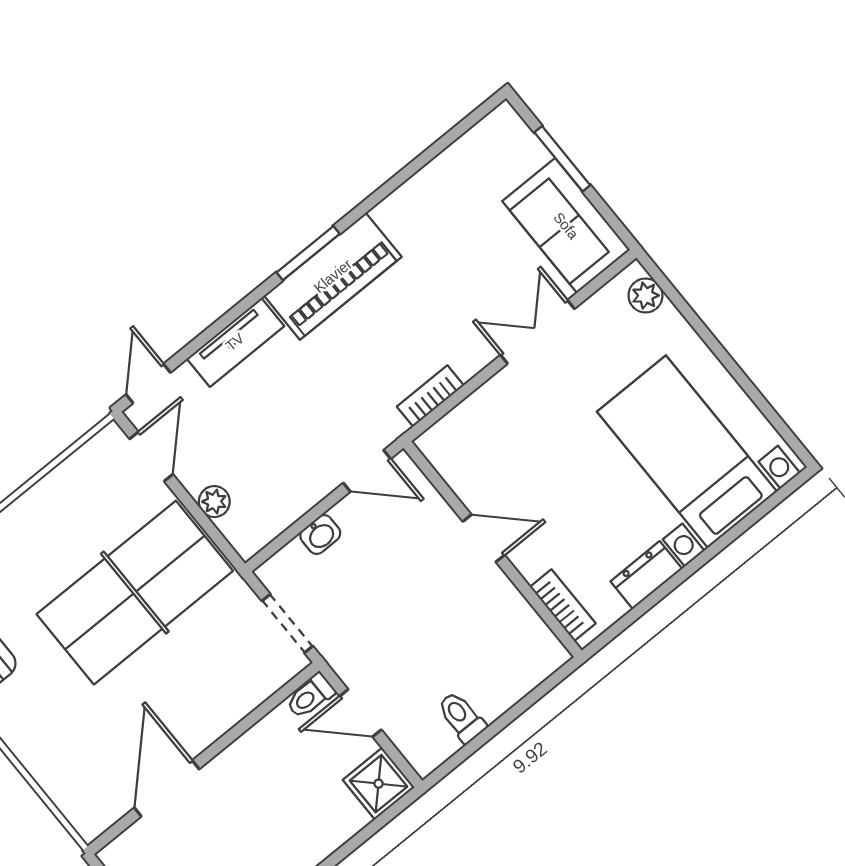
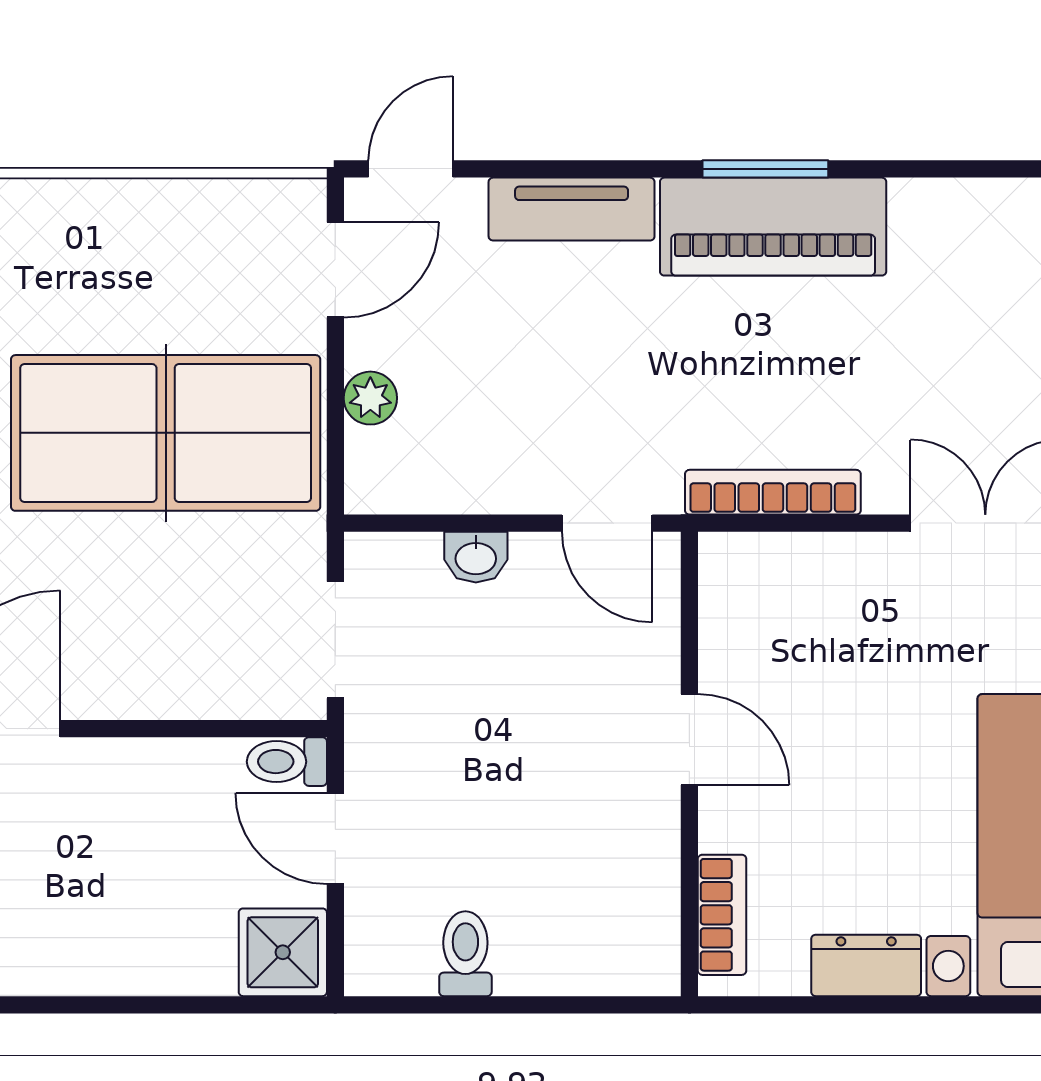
bookcase: (430, 396) -> (773, 492), width x1.56

